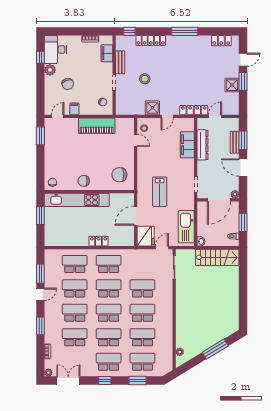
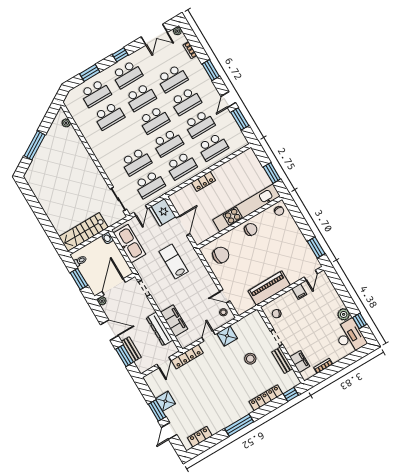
chair: (68, 84) -> (319, 311), removed
school desk: (142, 313) -> (150, 184), moved

